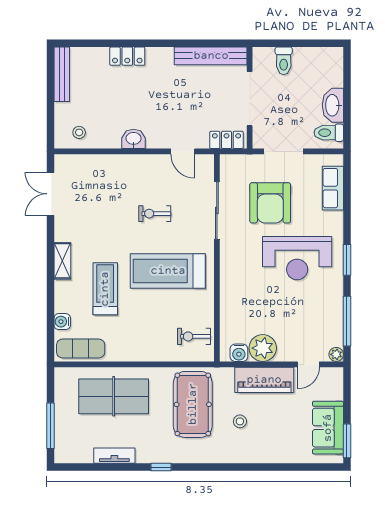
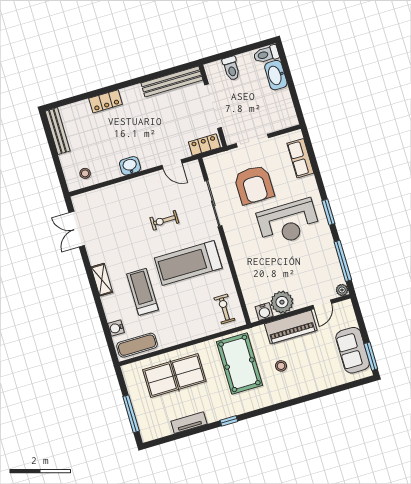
washbasin: (333, 105) -> (276, 75), moved
toilet: (329, 133) -> (266, 54), moved
exercise bike: (194, 336) -> (224, 309), turned 90

